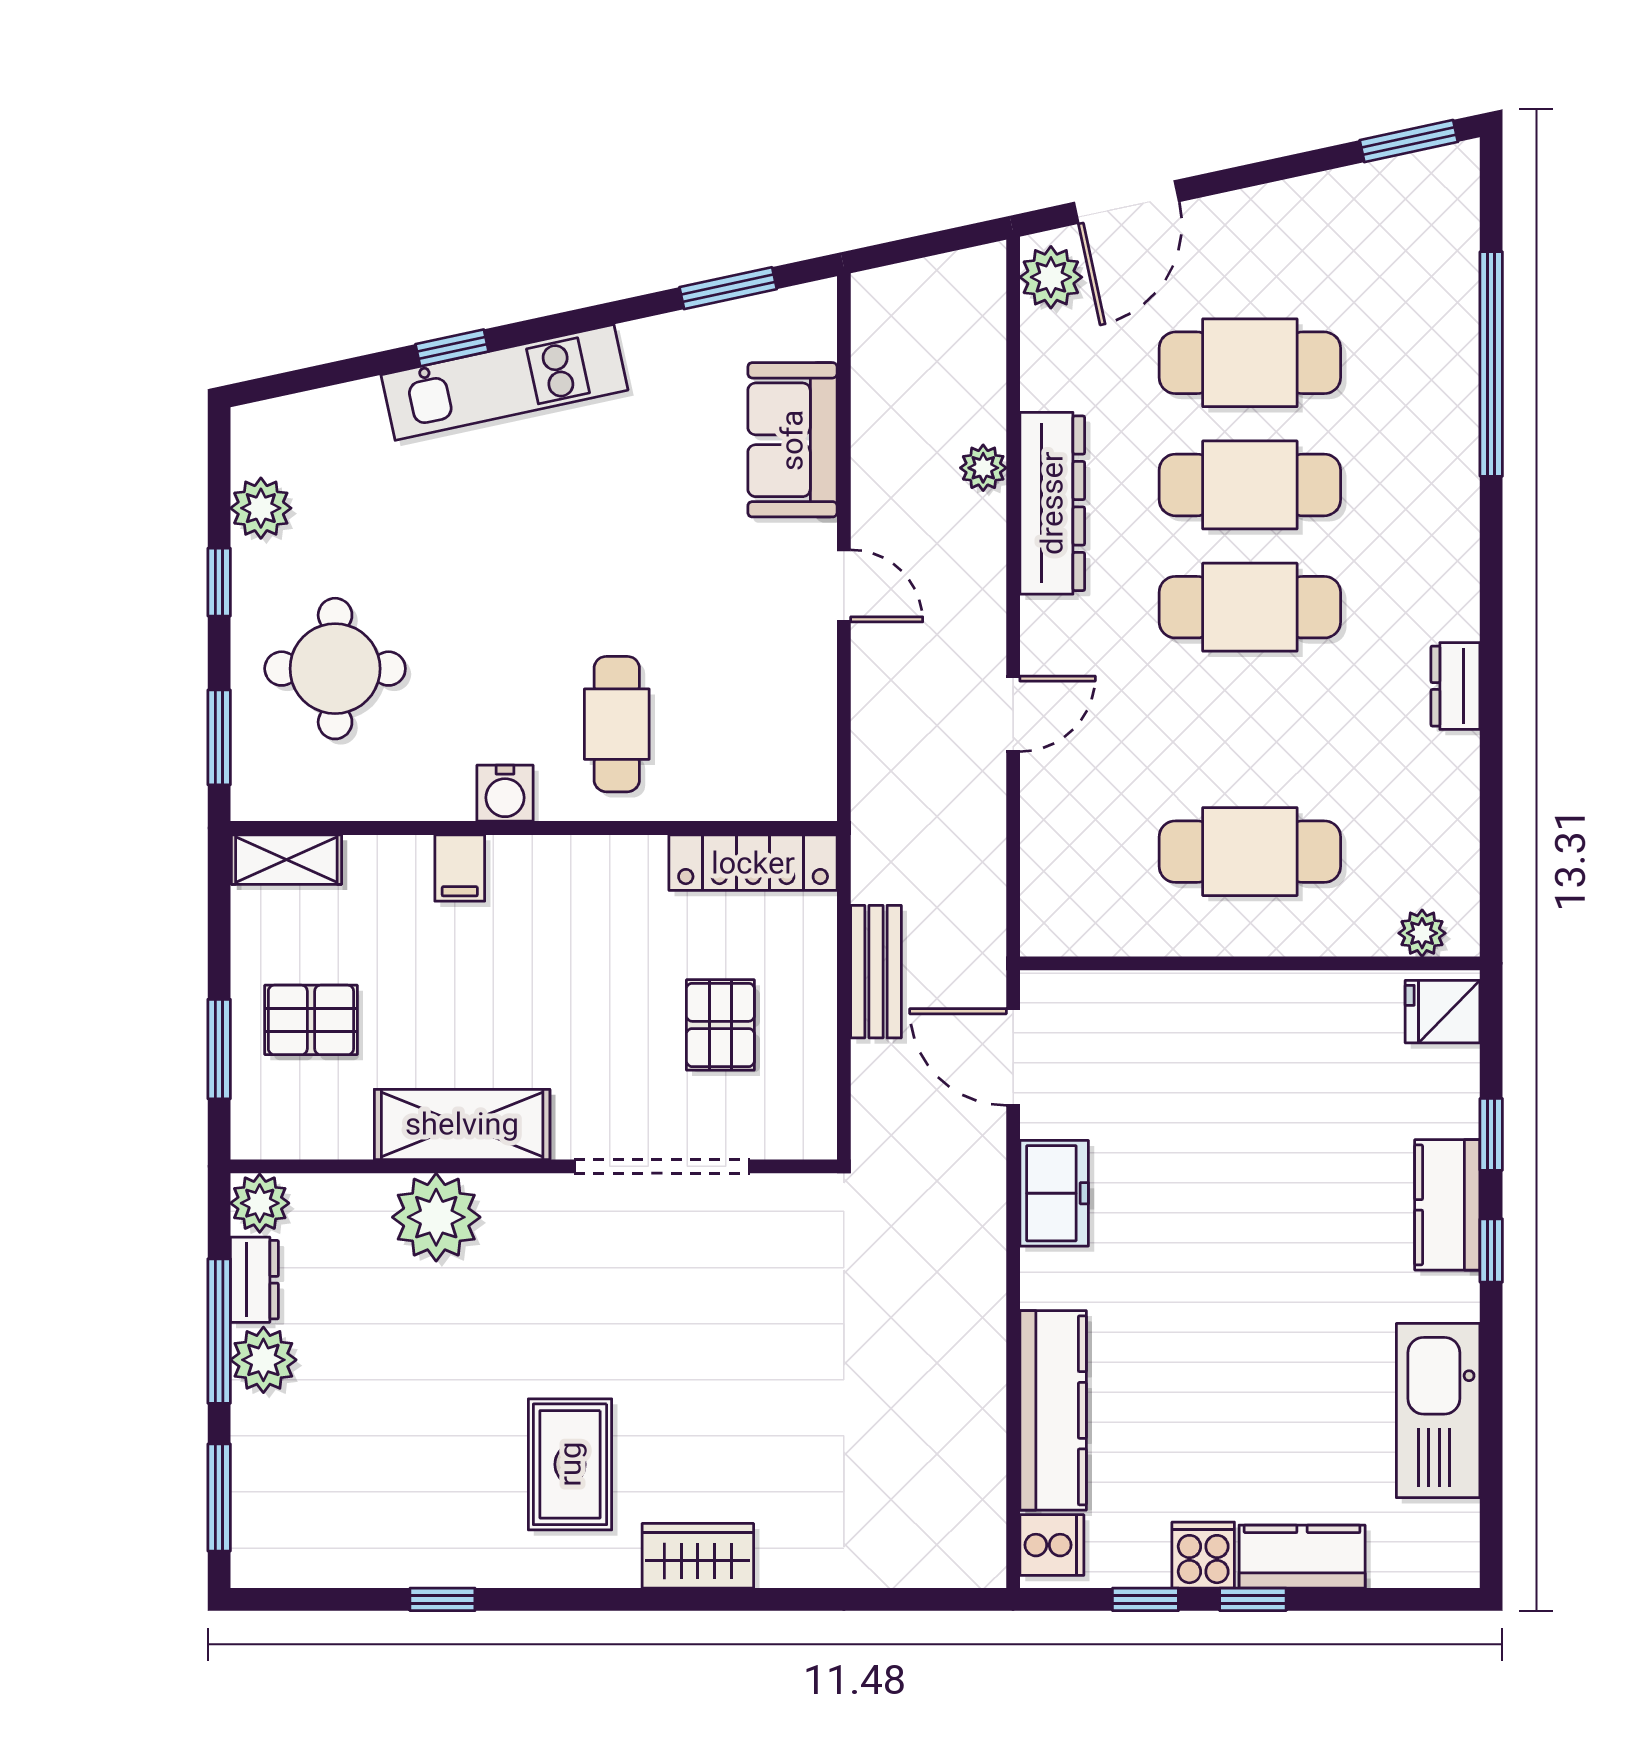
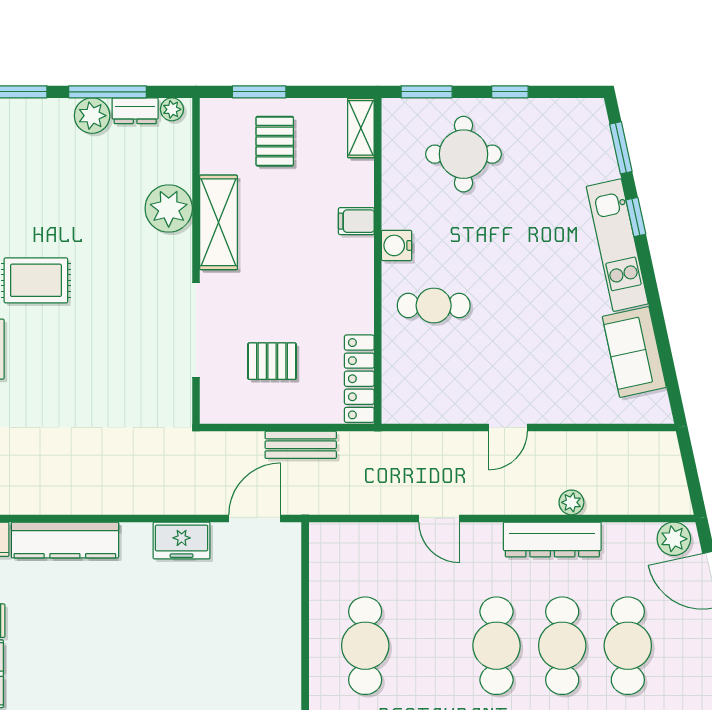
window: (728, 288) -> (621, 148), moved
sofa: (792, 440) -> (634, 352), moved, turned -102
plant: (261, 508) -> (550, 114), removed
plant: (260, 1203) -> (172, 109), width x0.73, depth x0.73

